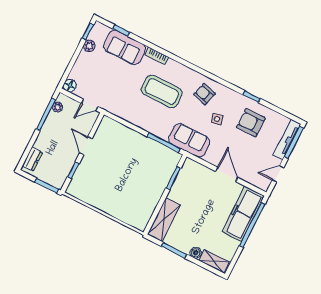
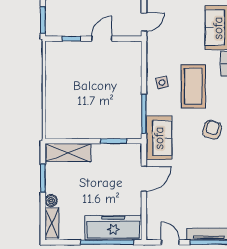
door: (90, 105) -> (144, 22), swing flipped
side table: (217, 119) -> (162, 83), moved
armchair: (251, 123) -> (207, 190), removed
door: (227, 174) -> (144, 179), moved

